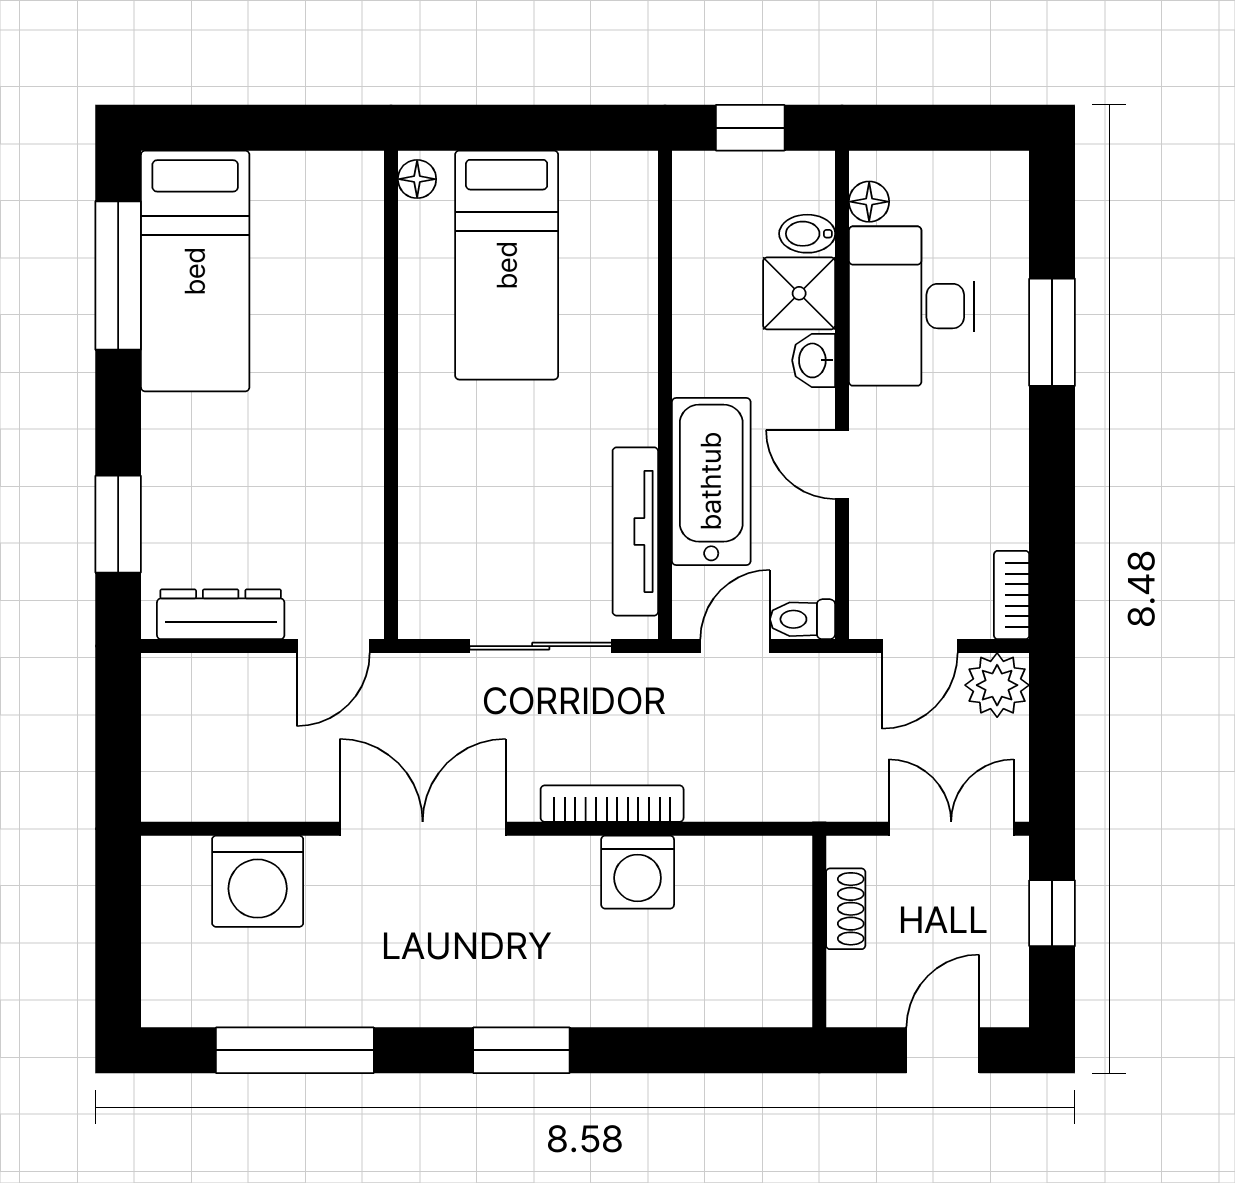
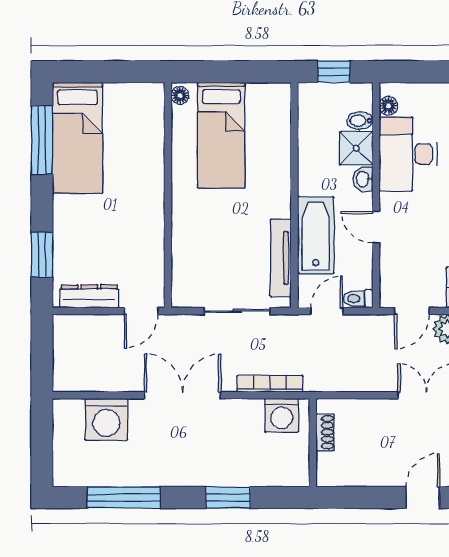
shoe rack: (846, 909) -> (325, 432), moved
wall: (819, 932) -> (313, 443), moved

